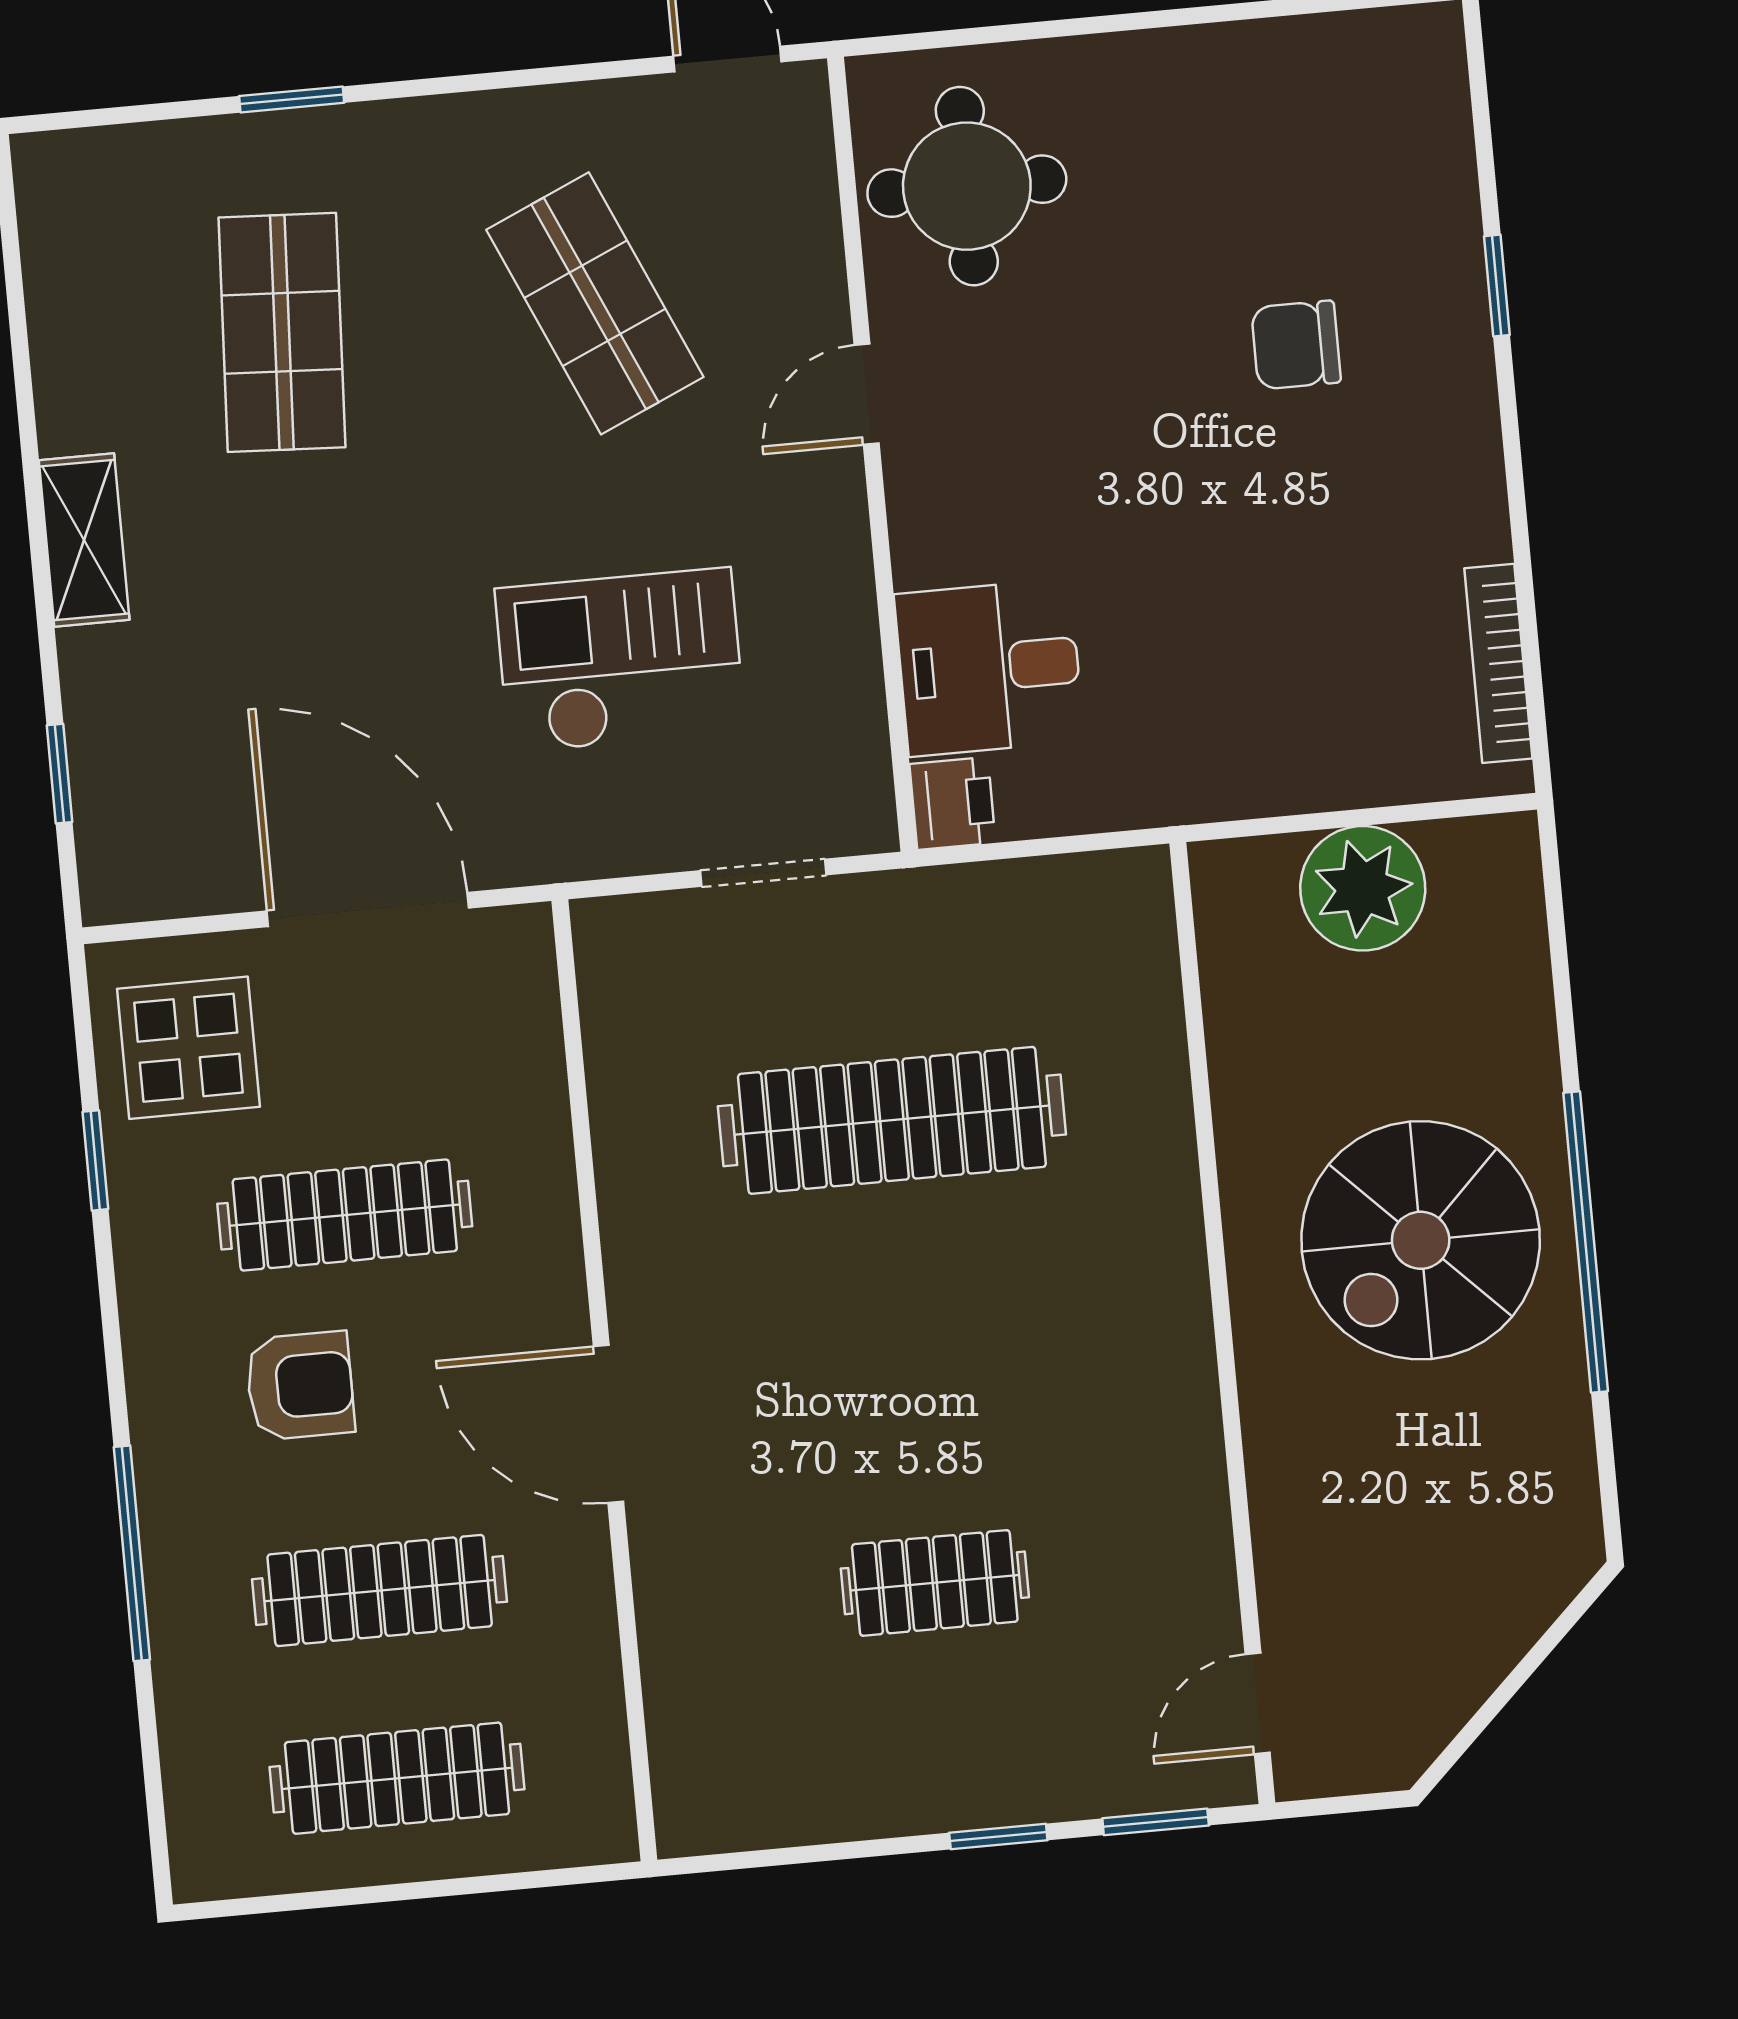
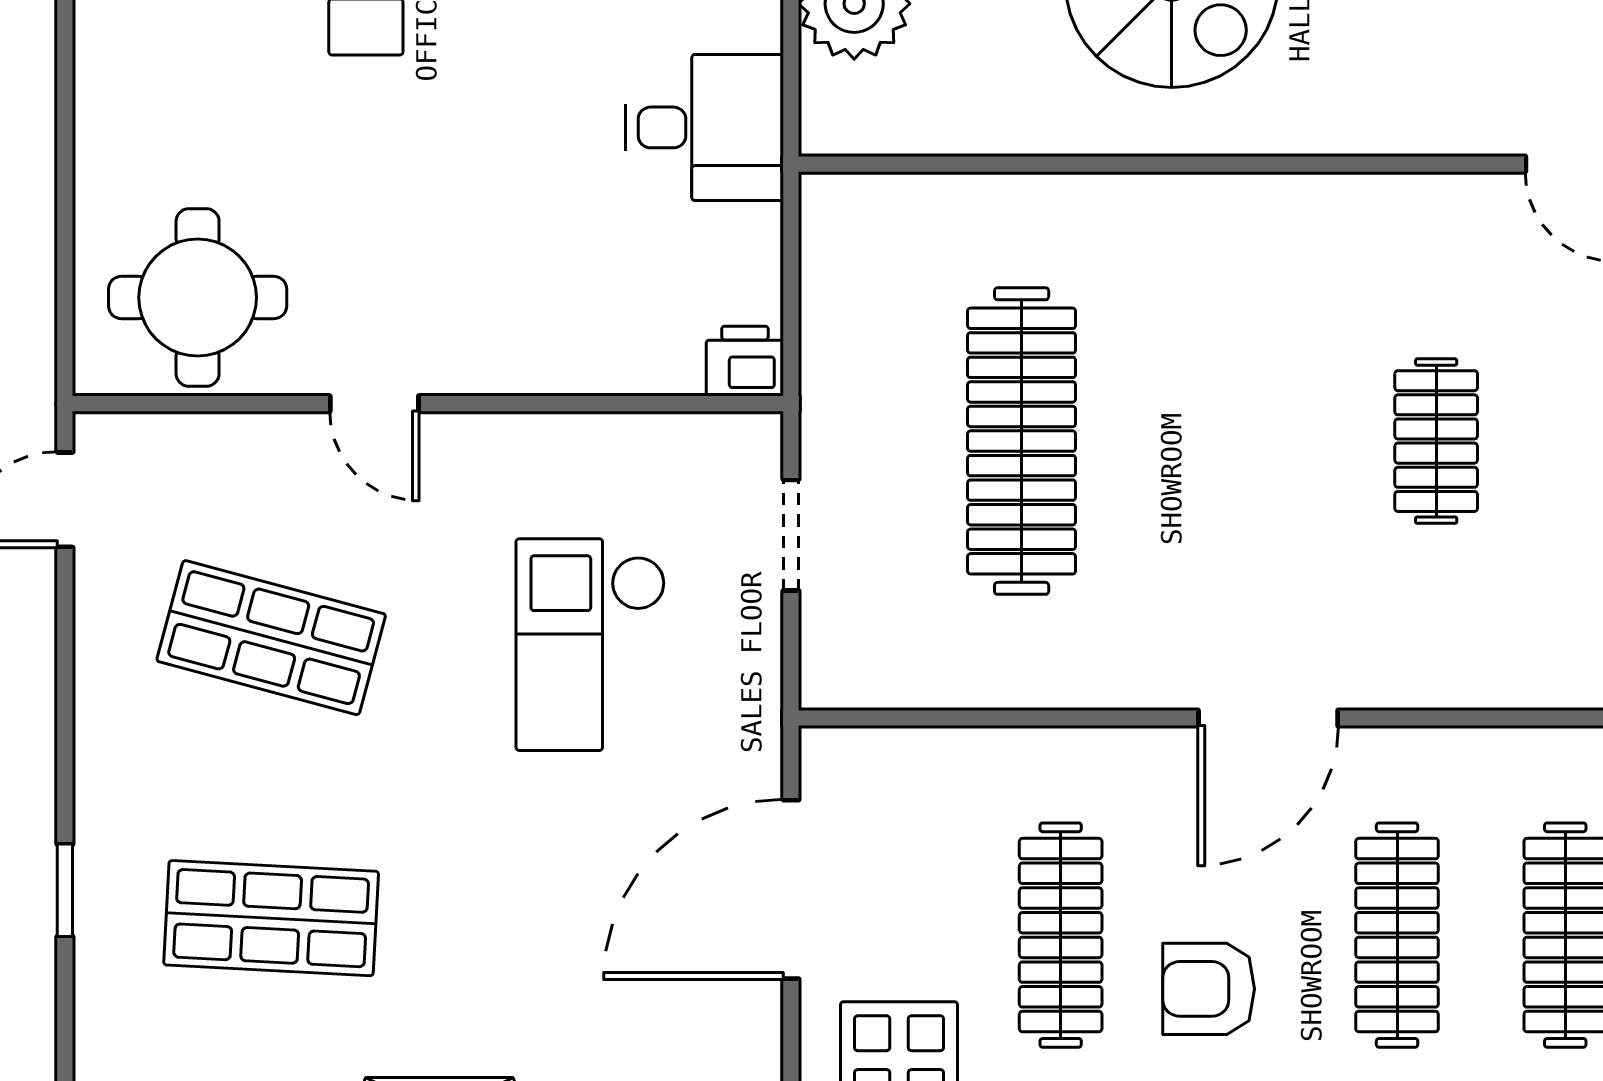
shop shelf: (595, 303) -> (271, 638), turned 39
desk: (989, 668) -> (705, 127), moved, turned -90
armchair: (300, 1386) -> (1209, 989), turned -90

